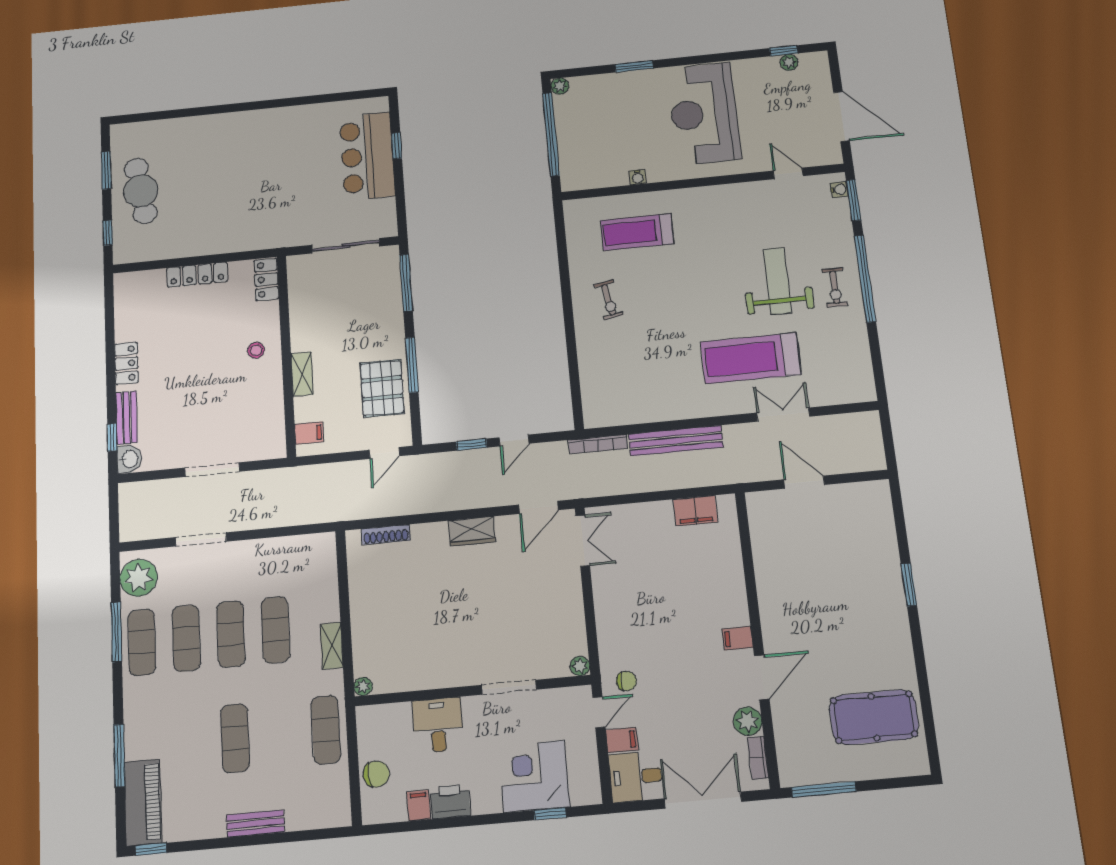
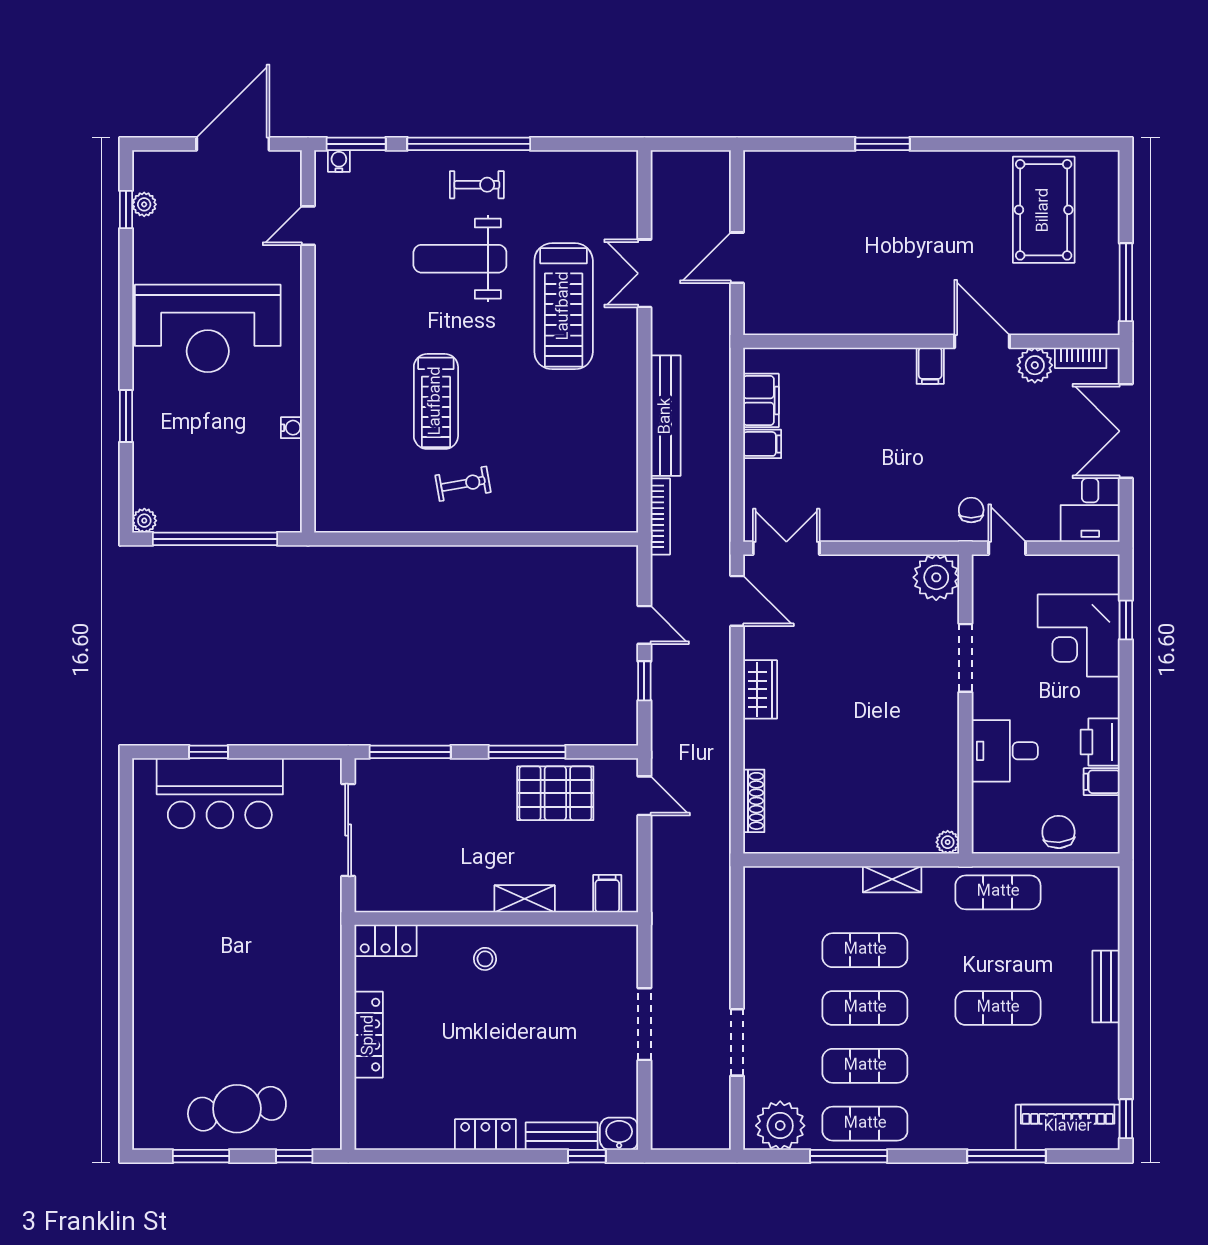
treadmill: (637, 232) -> (436, 401), moved
plant: (580, 666) -> (936, 577), width x1.87, depth x1.87
filing cabinet: (622, 740) -> (762, 444), moved, turned 90

